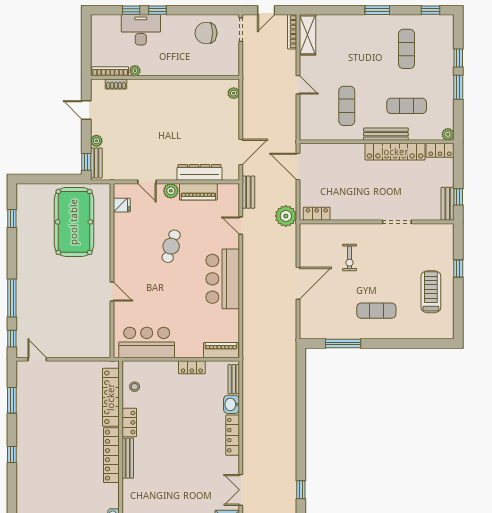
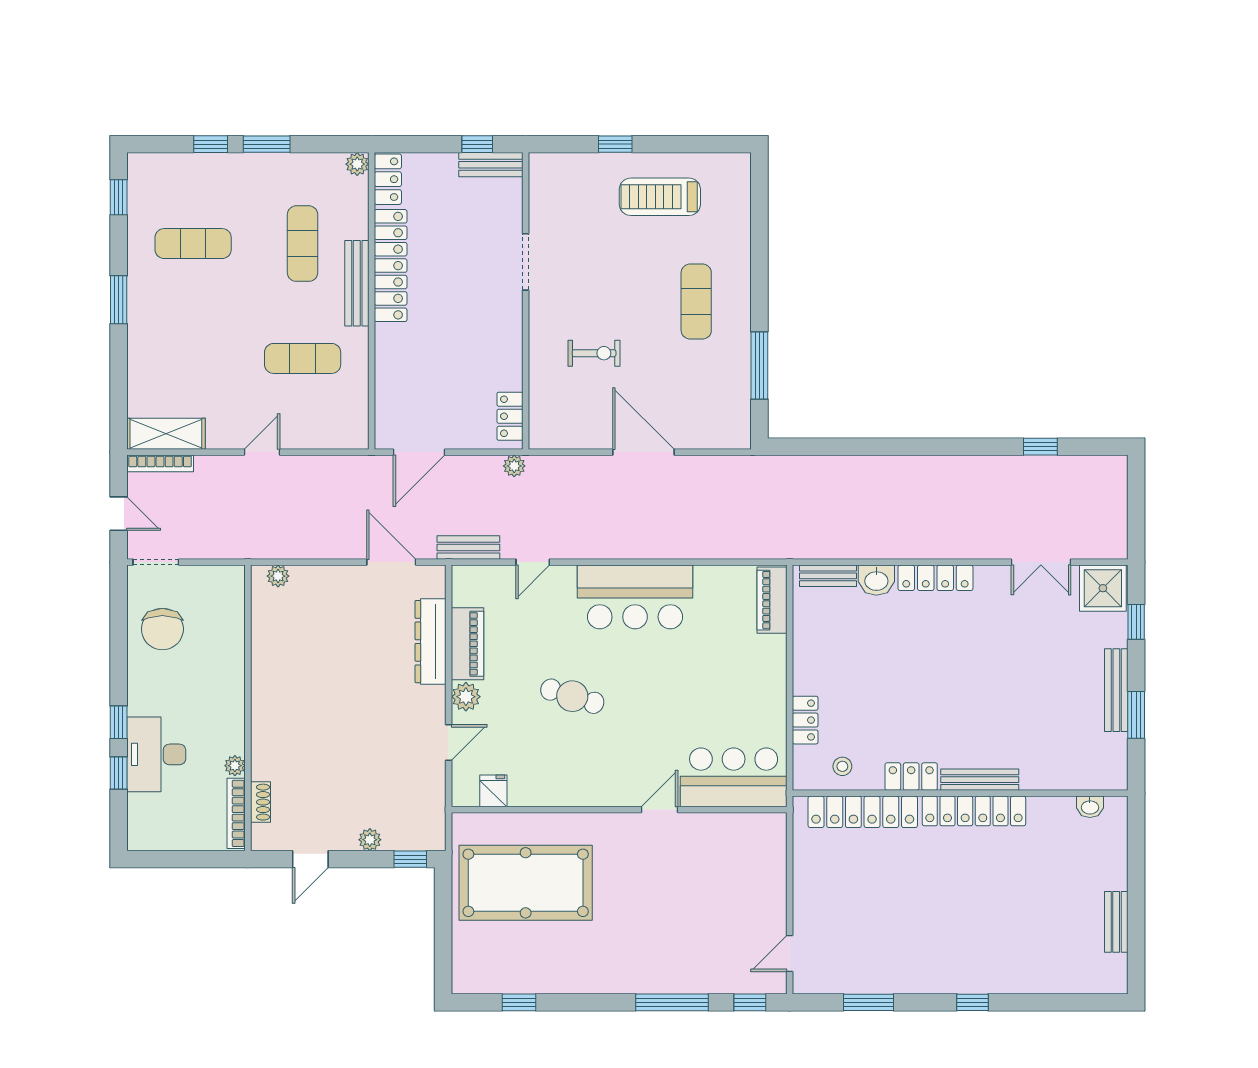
bench: (96, 163) -> (412, 840), removed
plant: (286, 216) -> (514, 466), width x0.53, depth x0.53
bar counter: (147, 342) -> (734, 777), moved, turned 90
locker: (192, 367) -> (805, 720), moved

